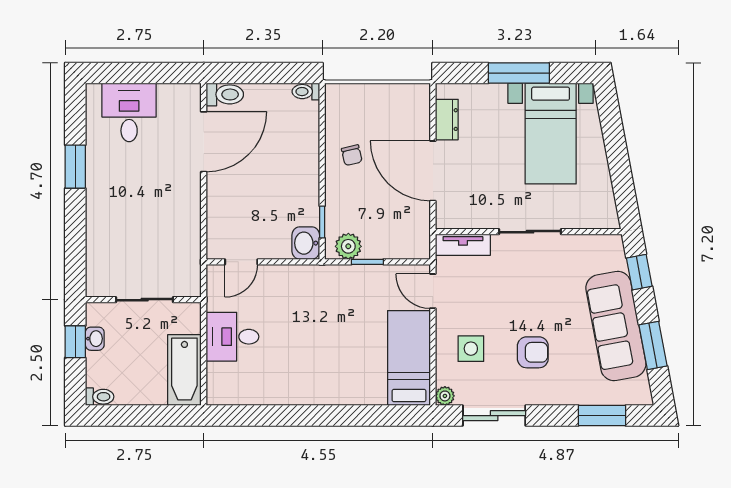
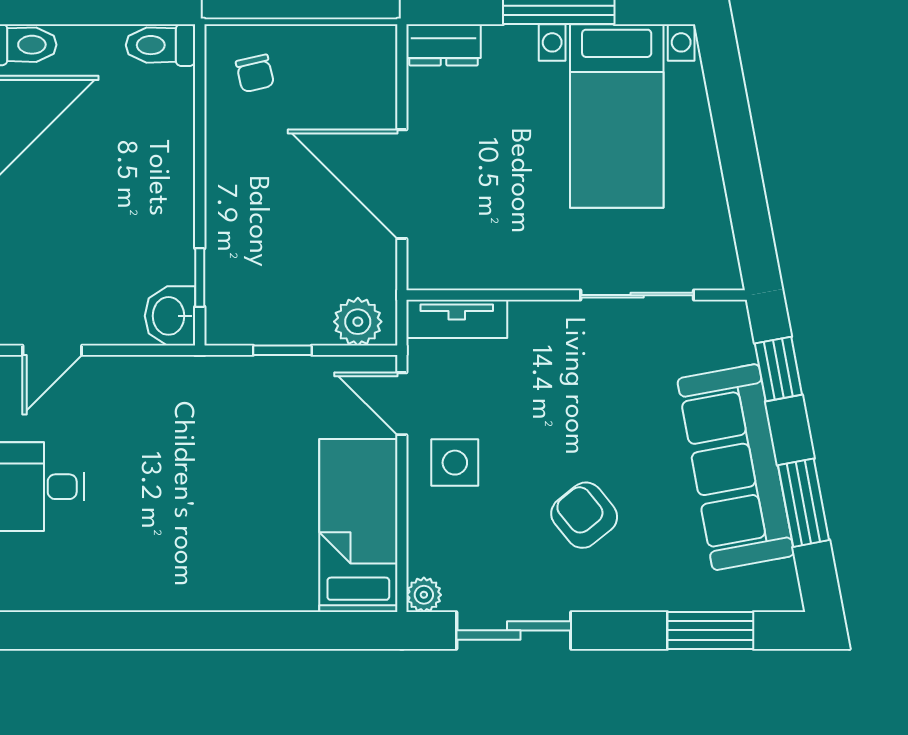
toilet: (306, 92) -> (160, 45), width x1.37, depth x1.39
dresser: (447, 120) -> (444, 45), moved, turned 90
chair: (352, 155) -> (255, 73), moved
sliding door: (530, 232) -> (637, 295), moved
plant: (348, 246) -> (358, 322), moved
side table: (471, 349) -> (455, 463), moved
armchair: (533, 352) -> (584, 515), turned -129

